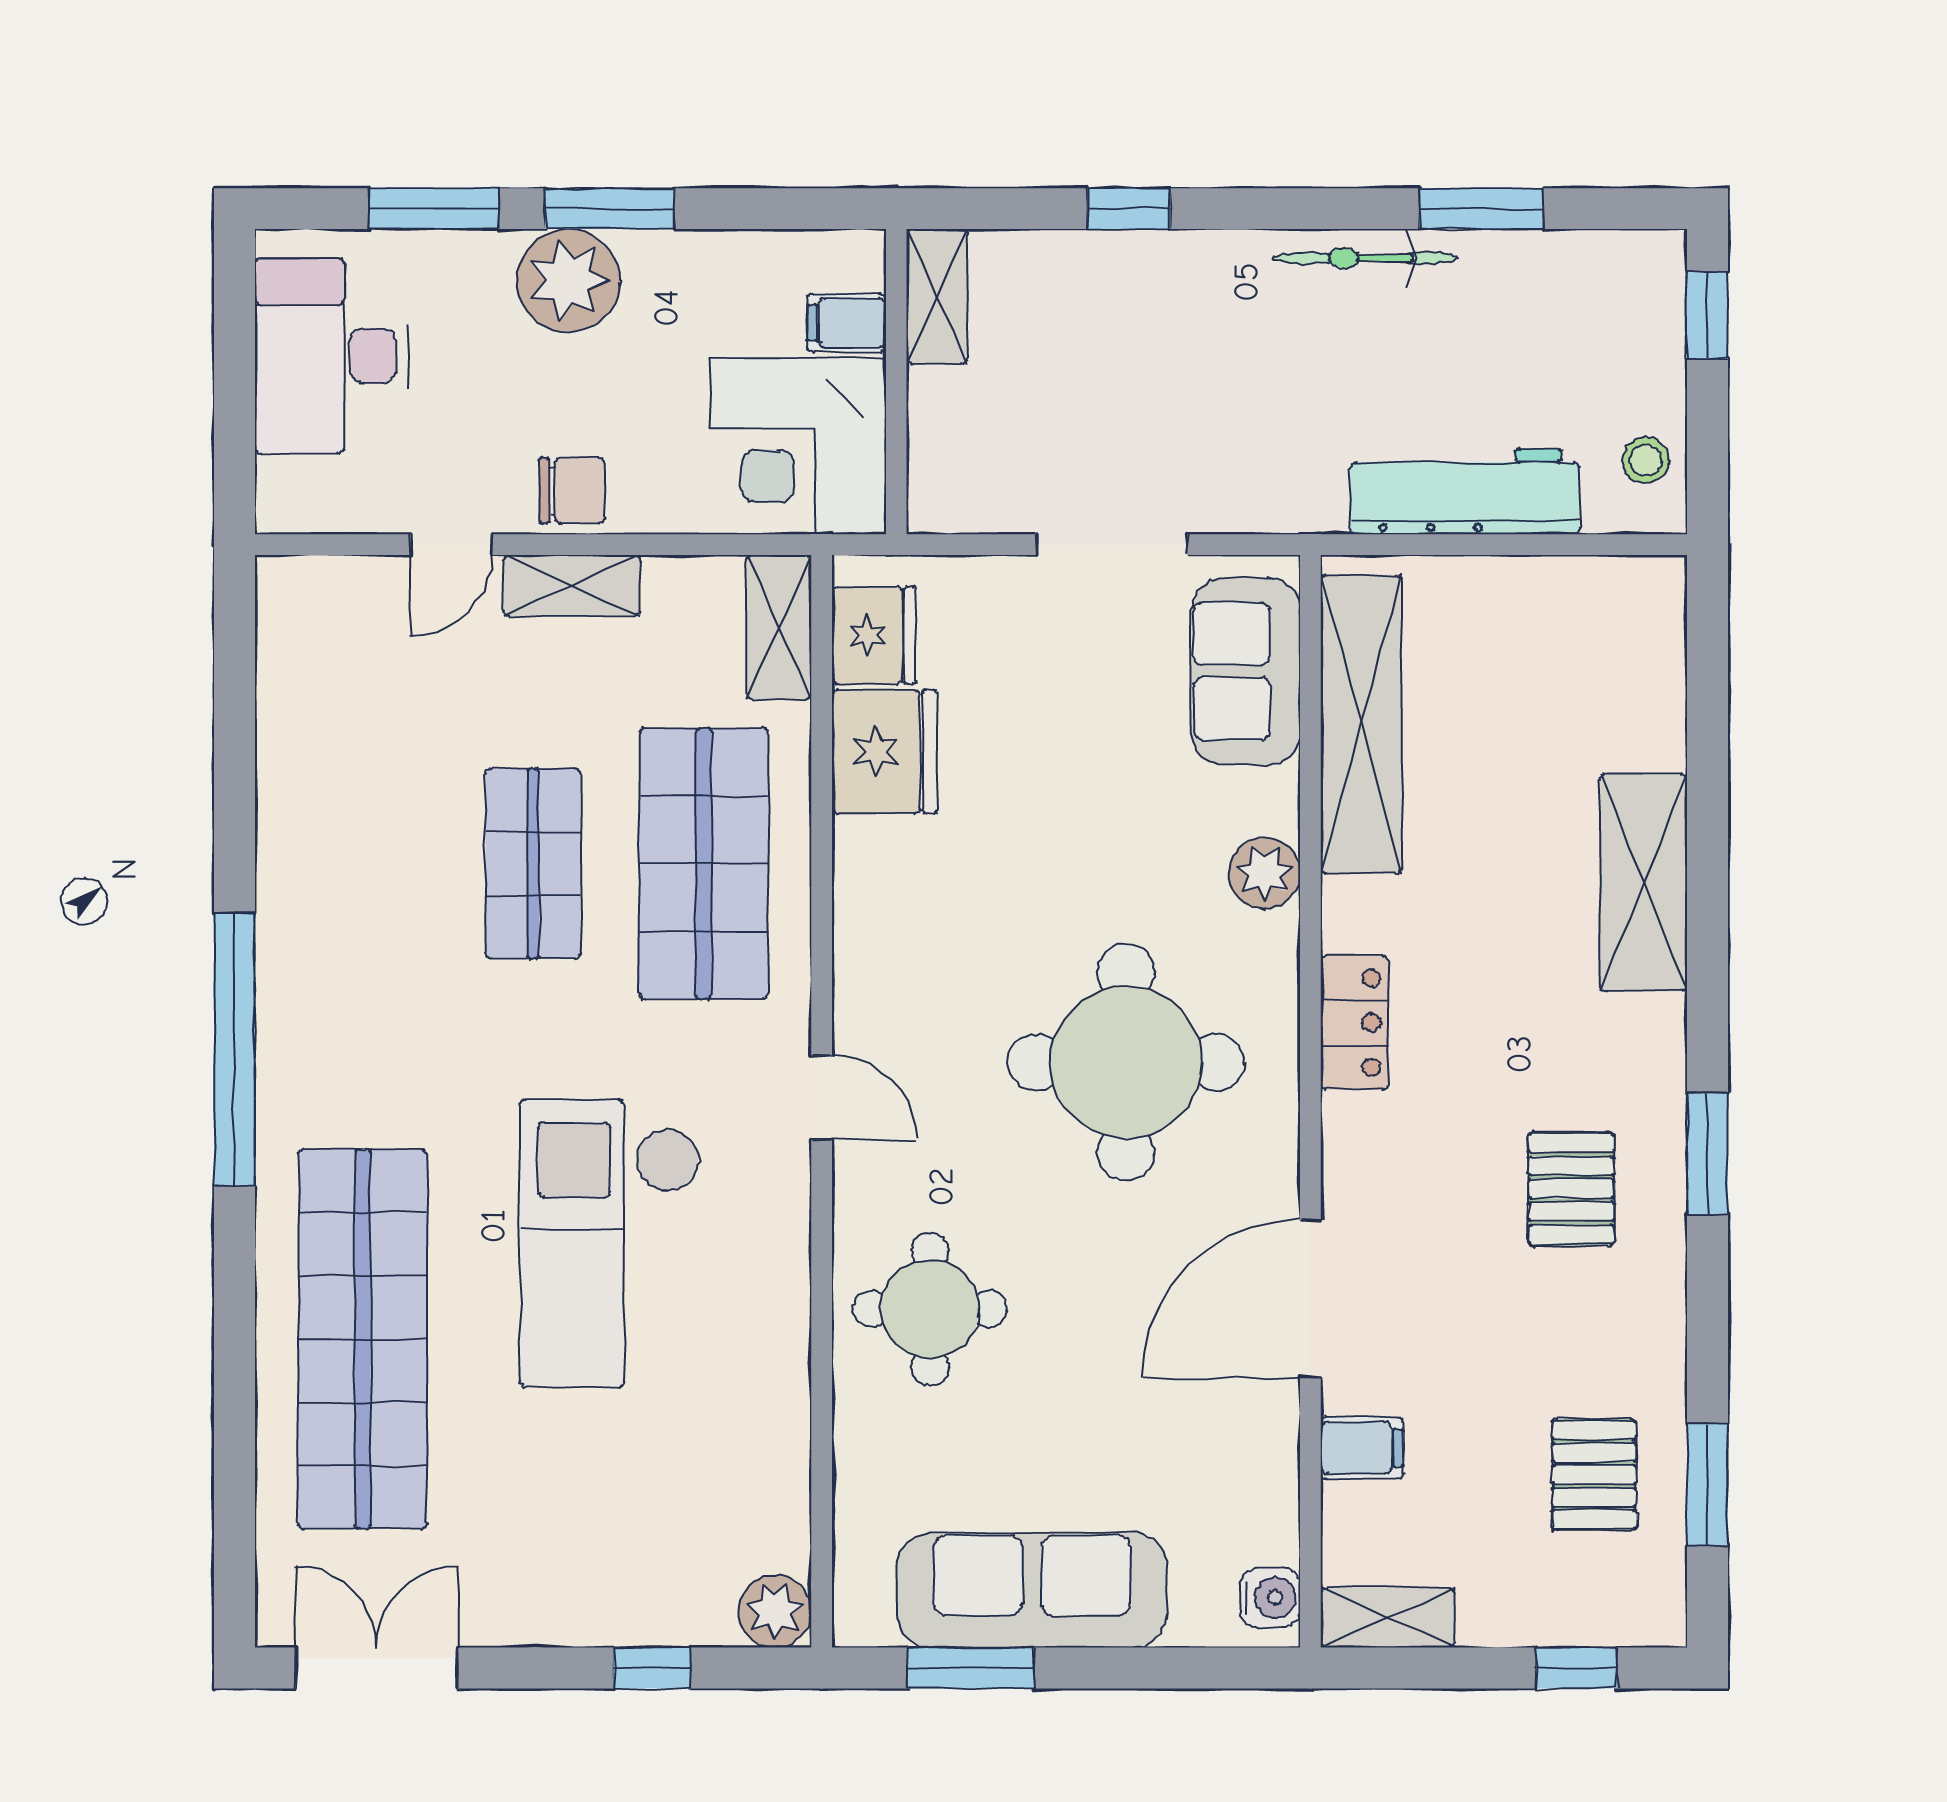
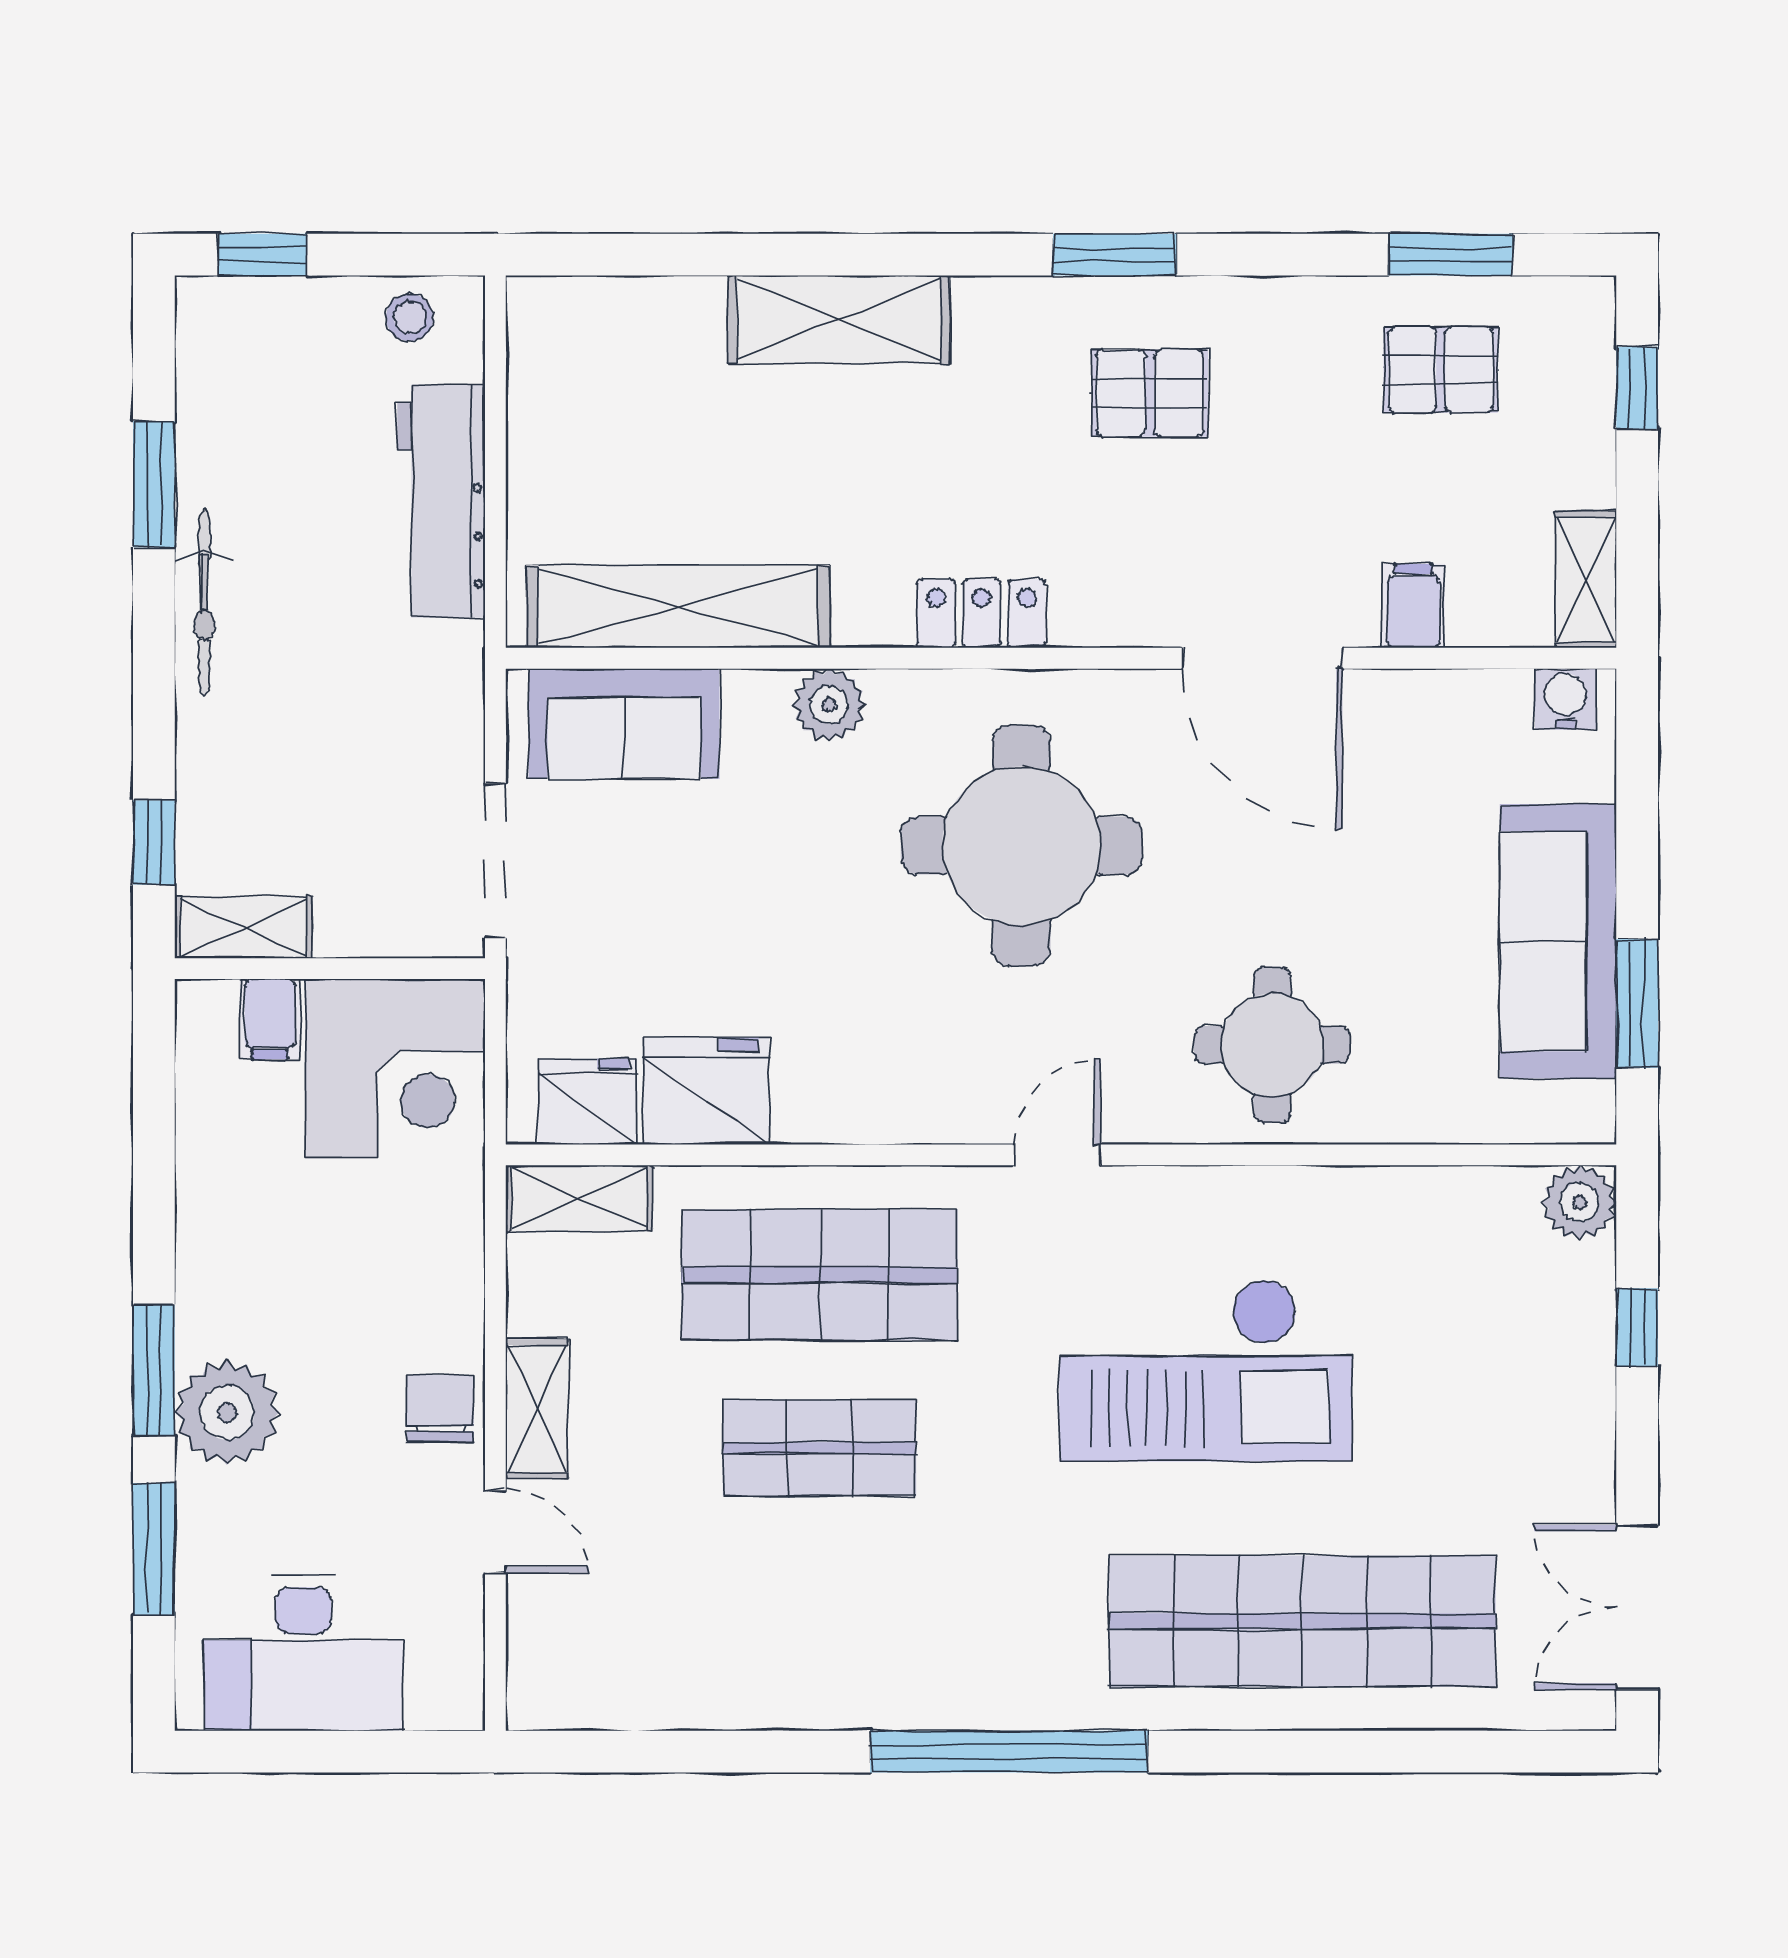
shelving: (937, 297) -> (243, 927), moved
filing cabinet: (847, 323) -> (270, 1019), moved
wall: (896, 382) -> (330, 969), moved
corner desk: (798, 446) -> (395, 1069), moved

